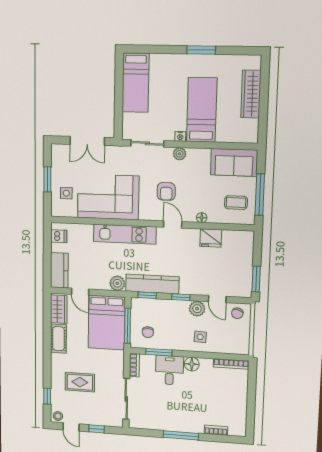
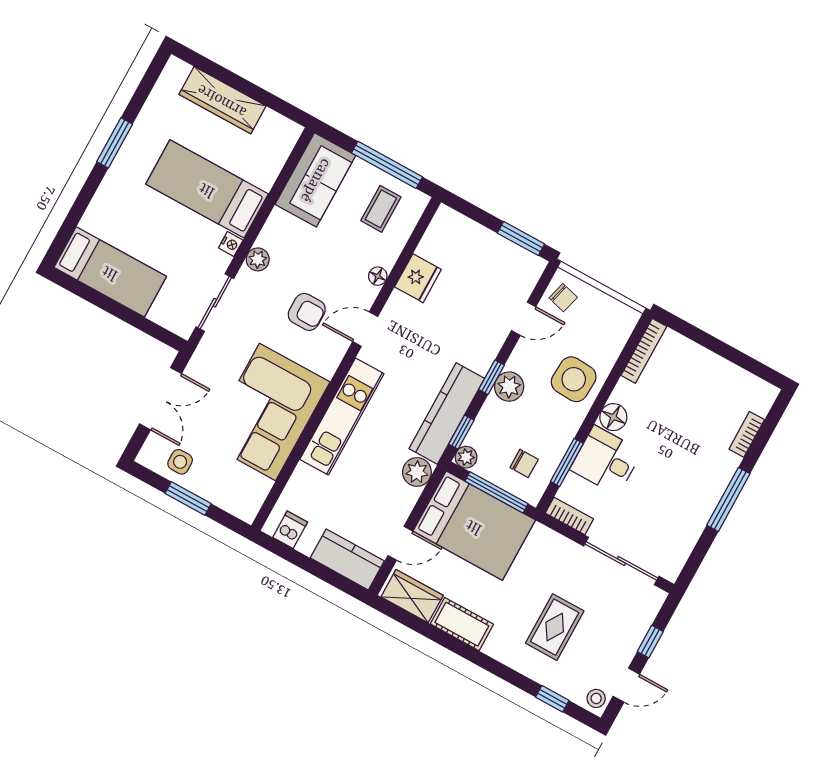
side table: (66, 193) -> (180, 462), moved
plant: (136, 303) -> (466, 457), added
plant: (197, 309) -> (509, 387), moved
side table: (200, 337) -> (574, 379), width x1.87, depth x1.87

